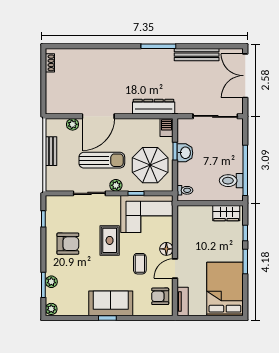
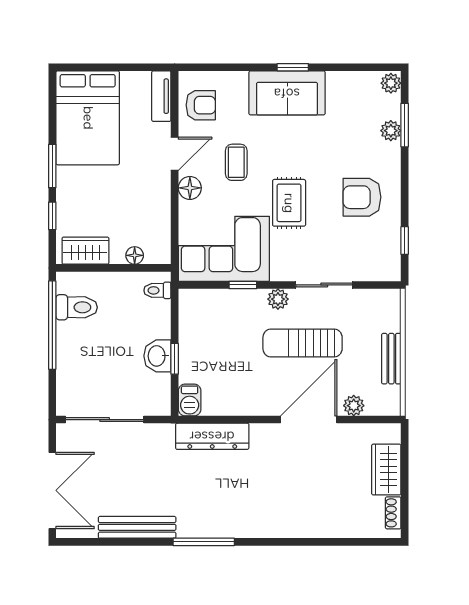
wardrobe: (54, 88) -> (386, 470), added
parasol: (150, 165) -> (218, 334), removed
floor lamp: (198, 210) -> (135, 255), added

